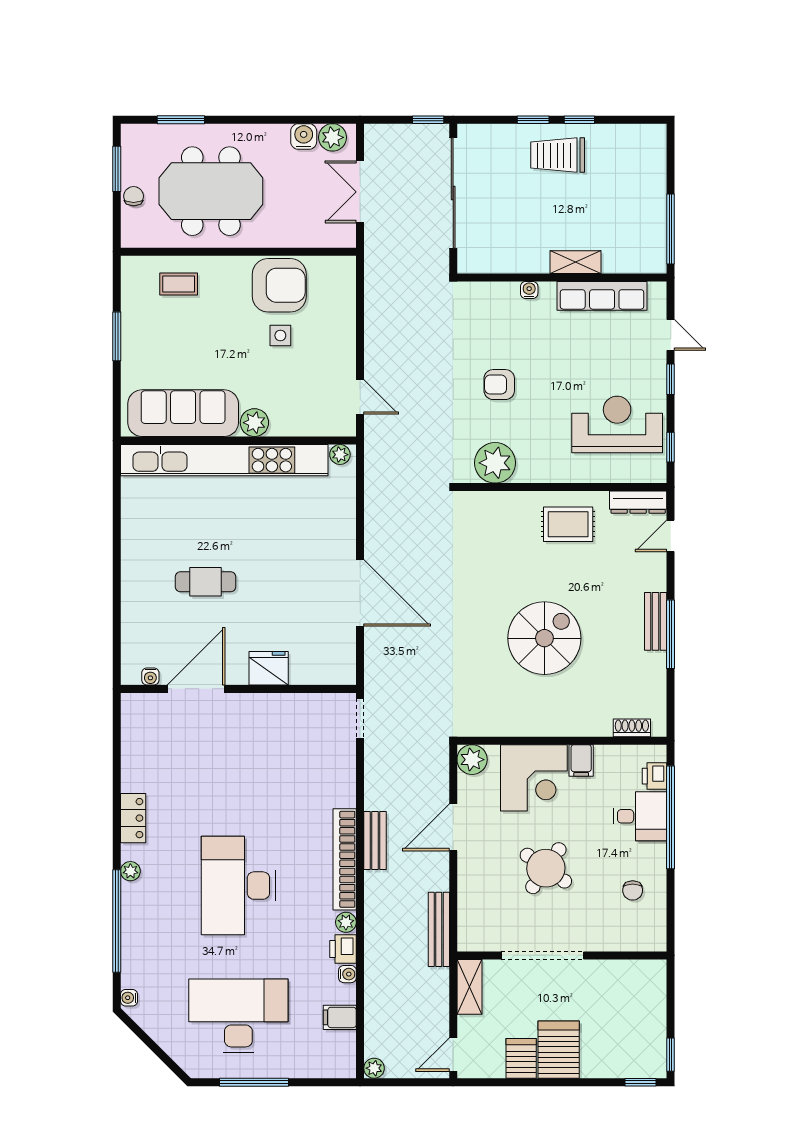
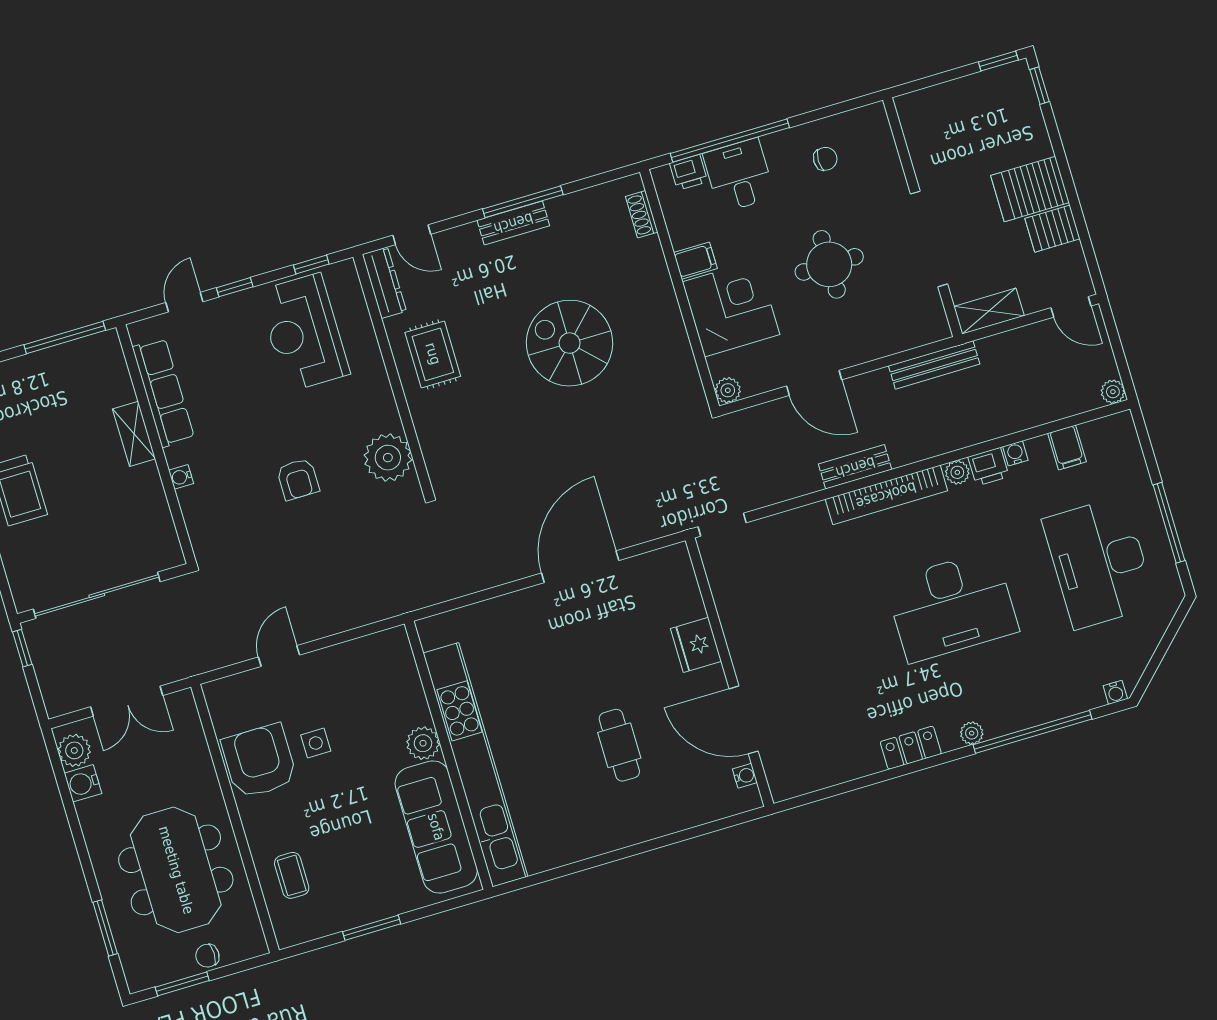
door: (360, 397) -> (279, 656), moved
plant: (340, 455) -> (430, 636), removed
plant: (472, 760) -> (728, 390), width x0.73, depth x0.73
round table: (546, 868) -> (829, 264), turned -35

